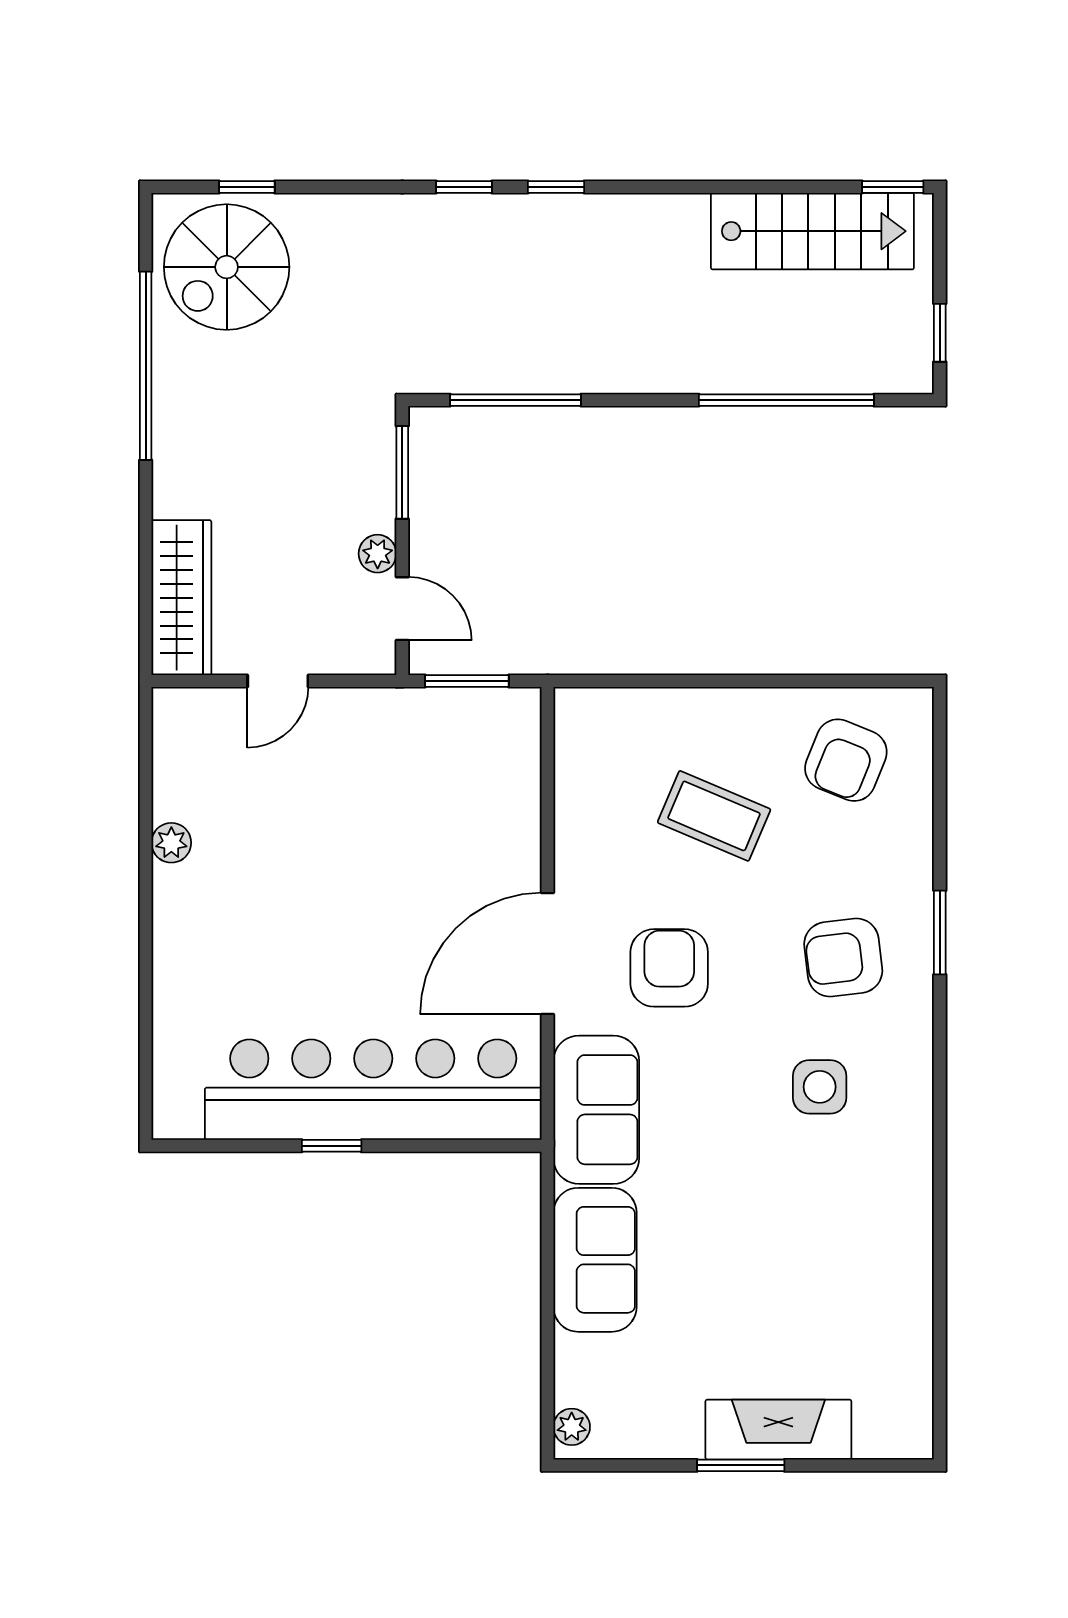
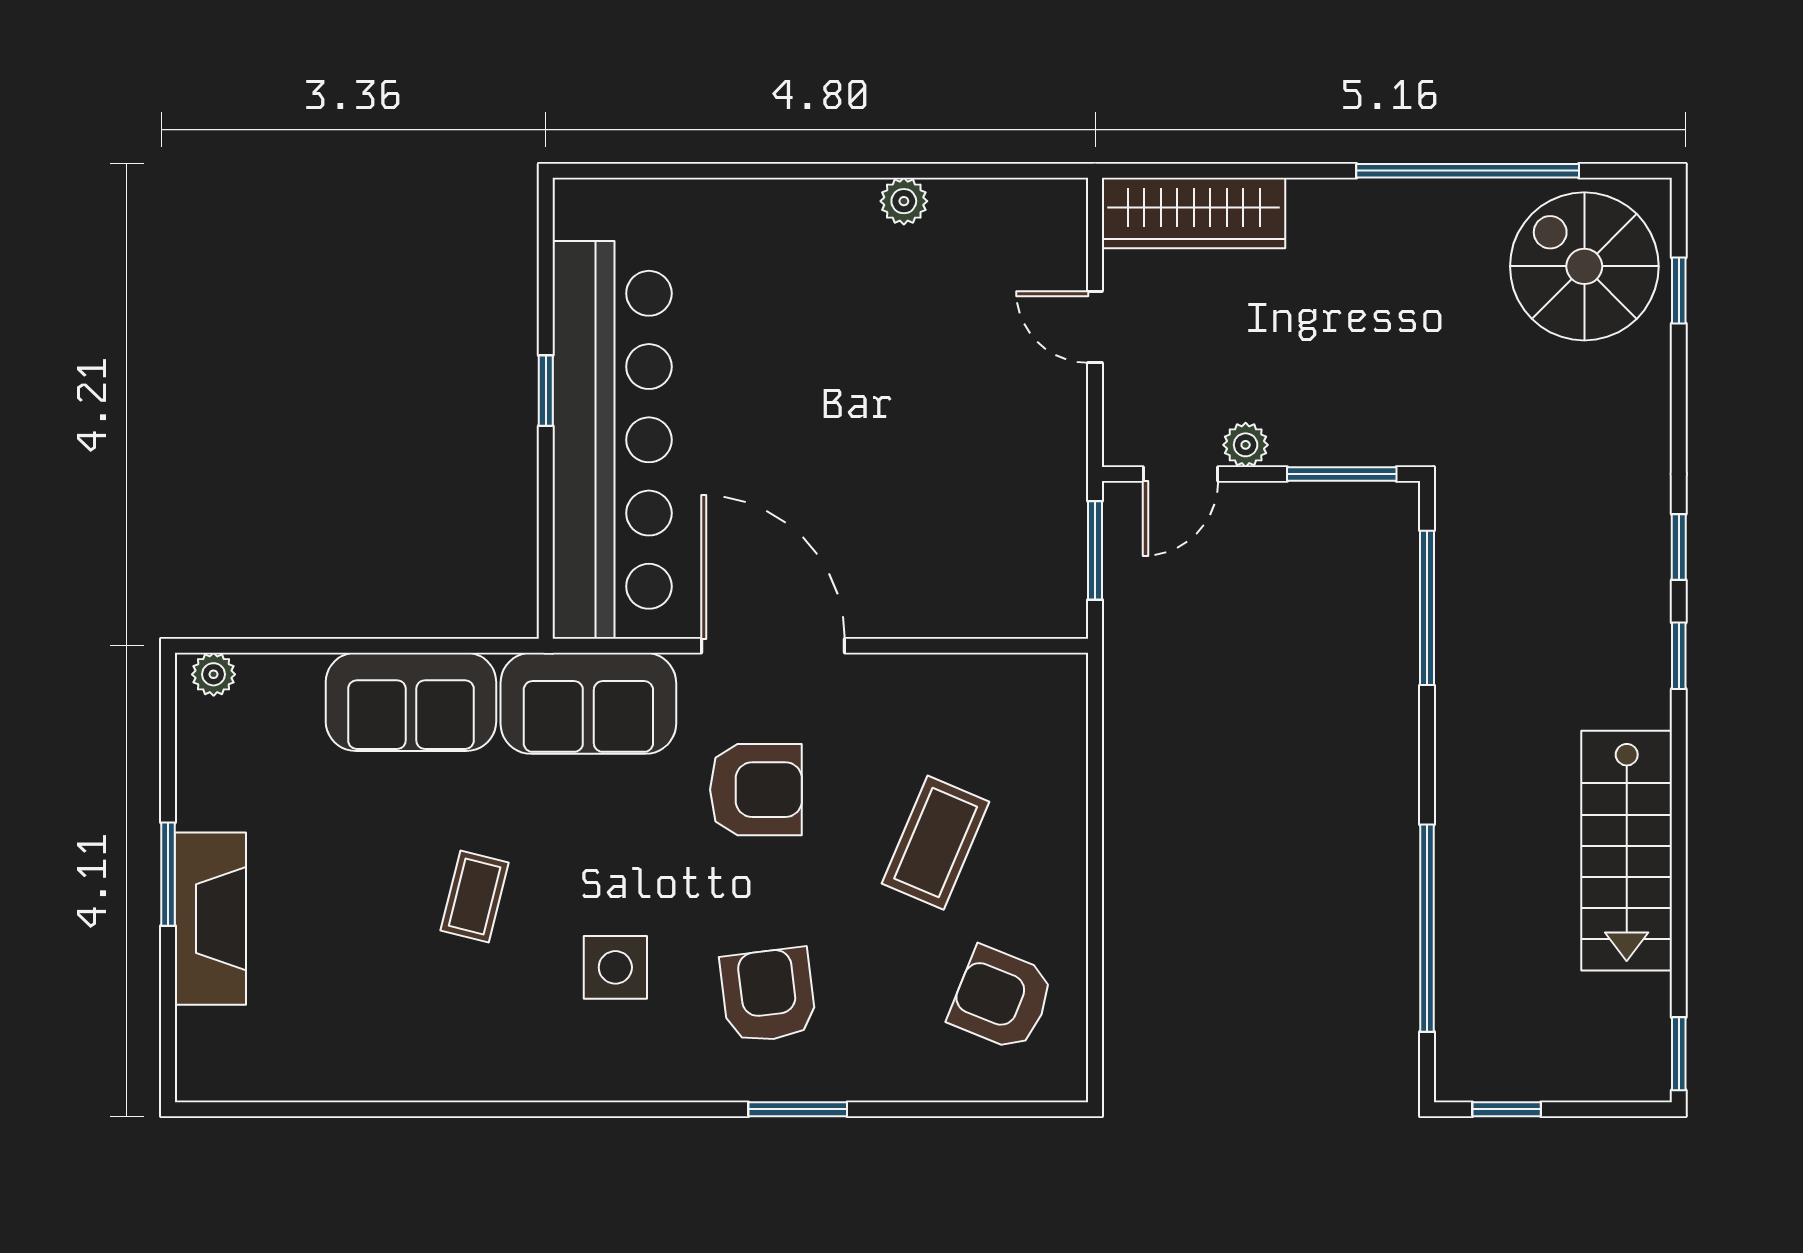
stairs: (812, 231) -> (1627, 851), moved
coffee table: (760, 1206) -> (475, 897), added

